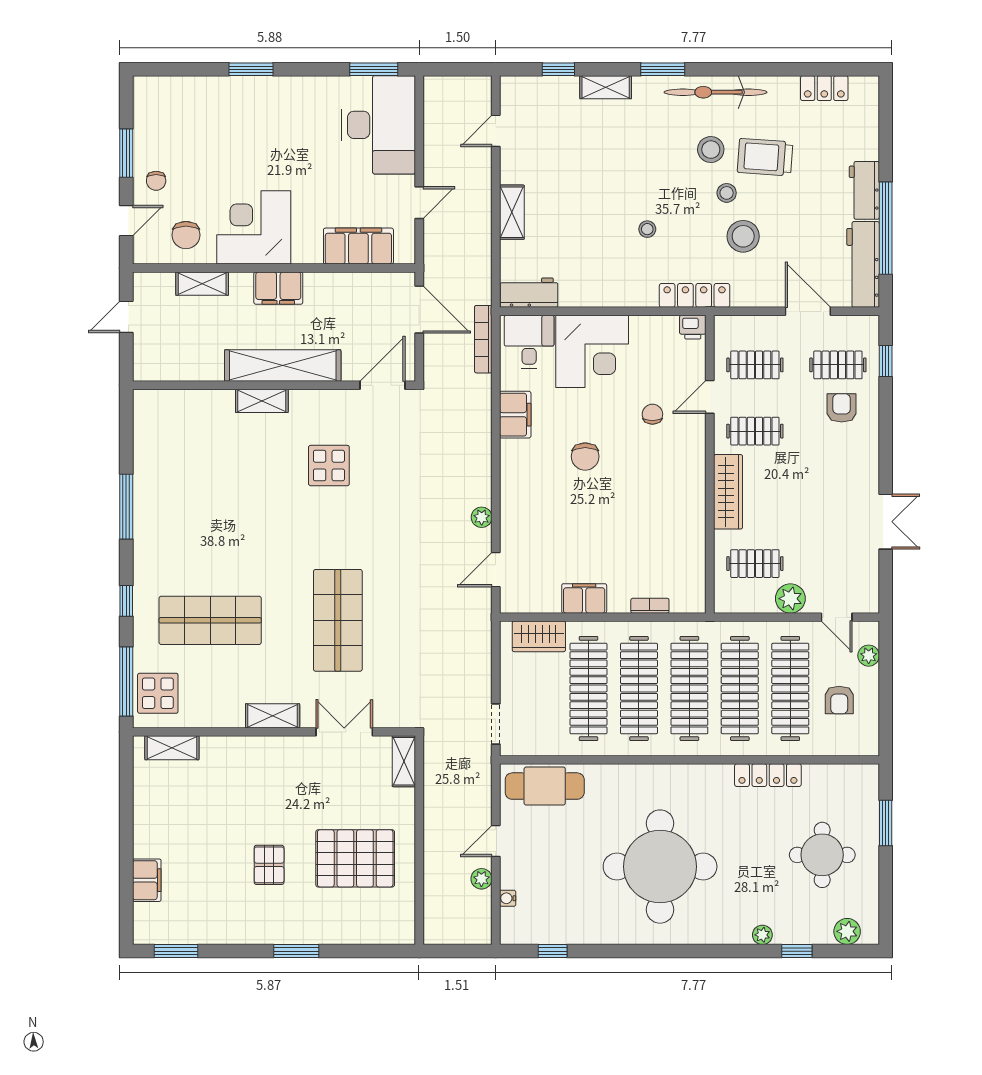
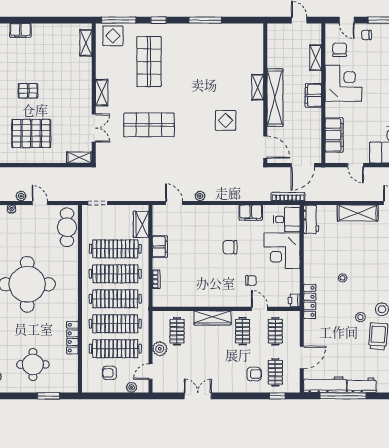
shelving: (512, 212) -> (358, 213), width x1.50, depth x1.33
chair: (186, 235) -> (340, 50), turned 90
stool: (743, 236) -> (339, 325), removed
double door: (886, 522) -> (198, 396), swing flipped
pallet: (355, 858) -> (31, 133), turned 90

